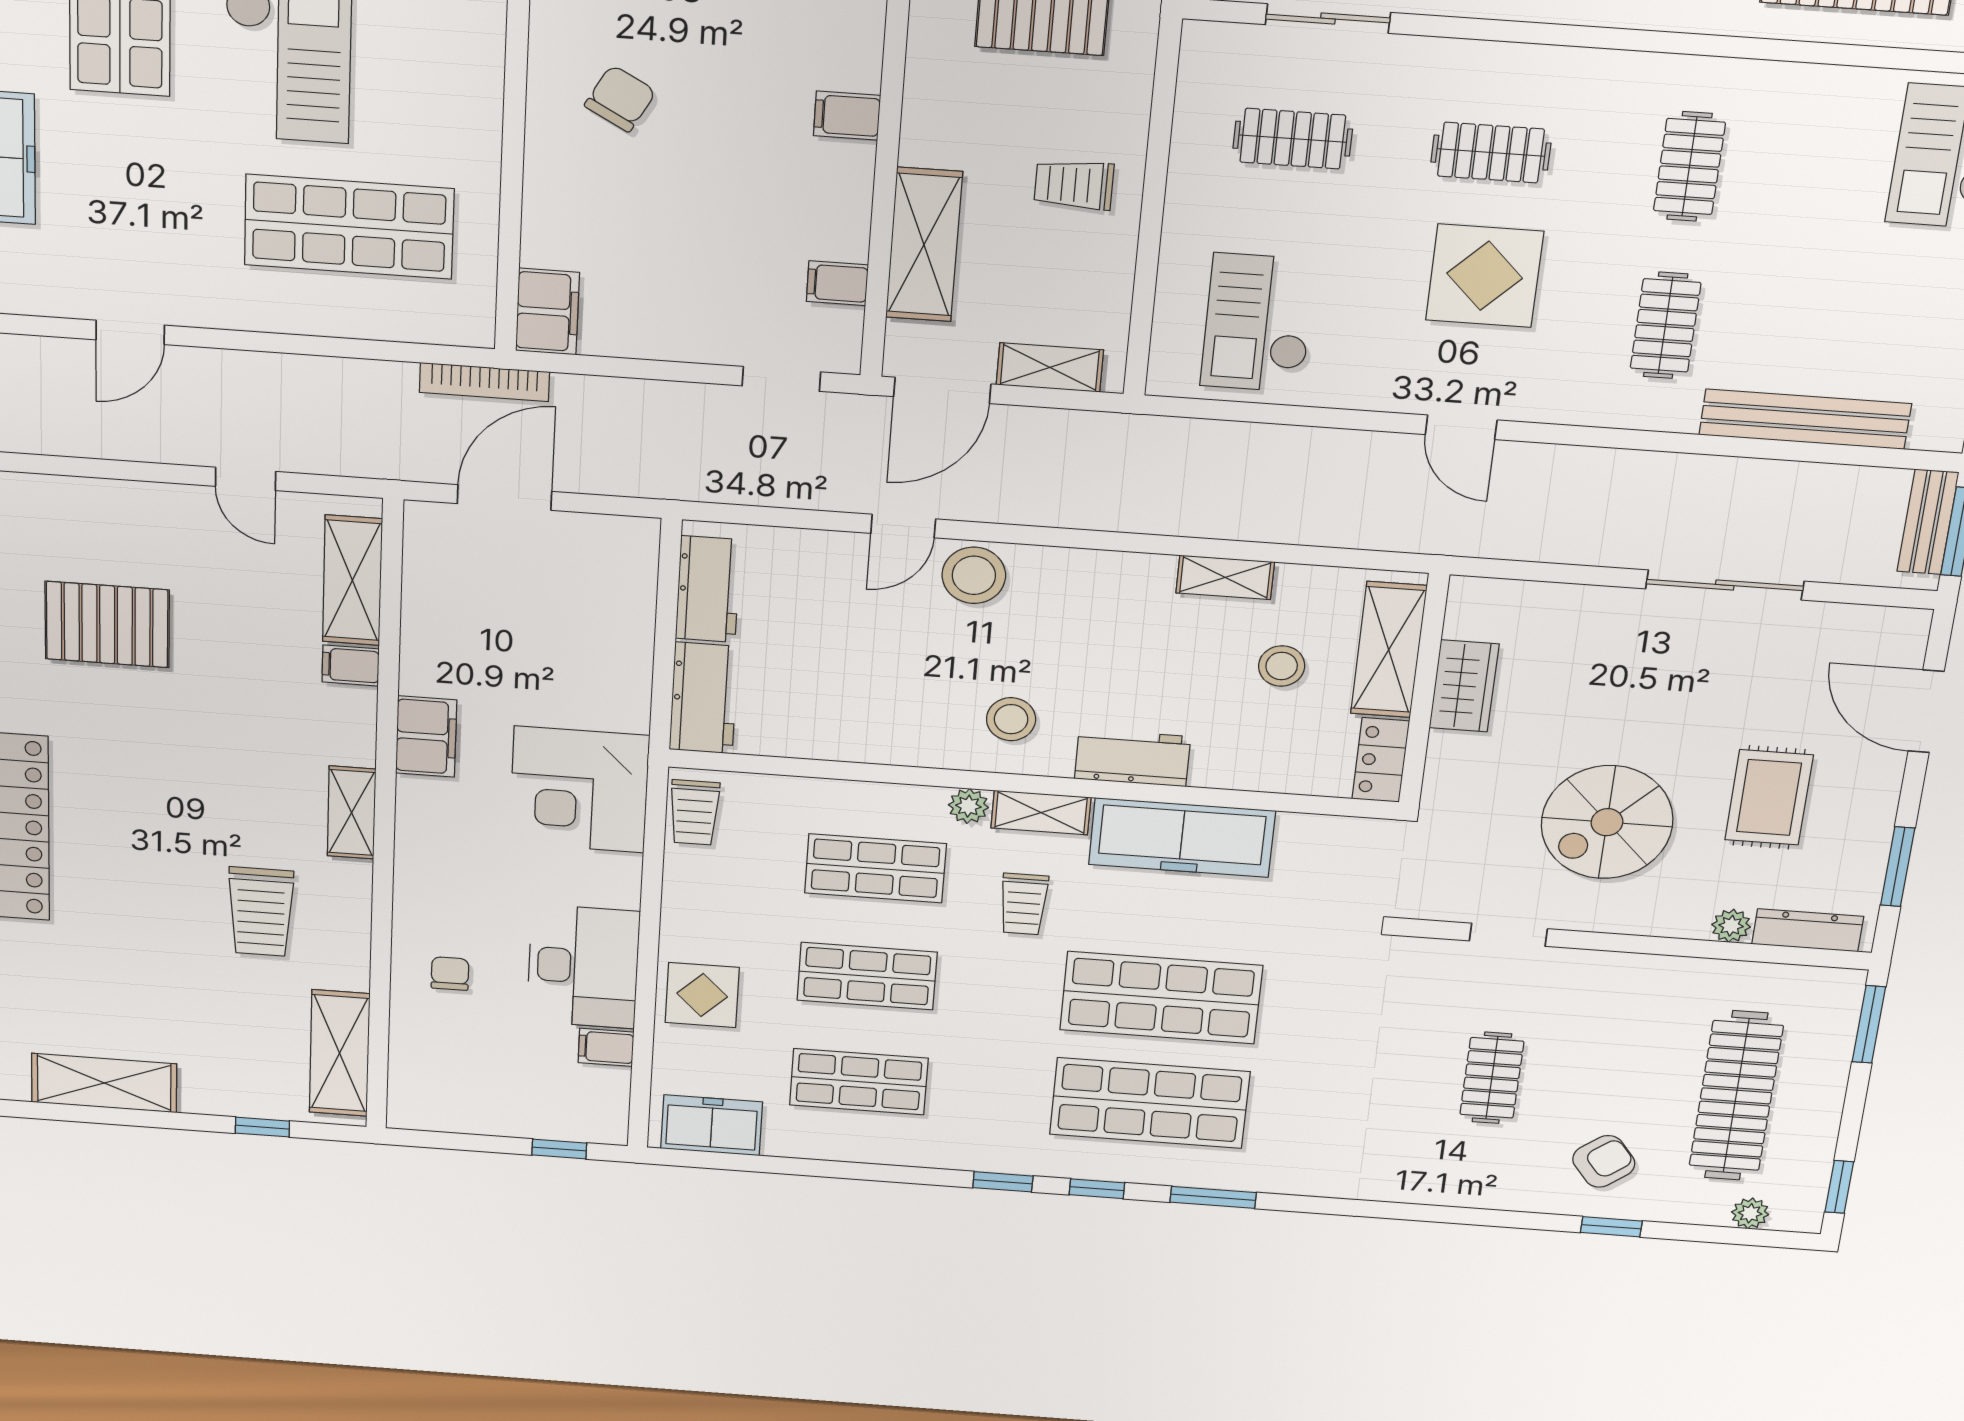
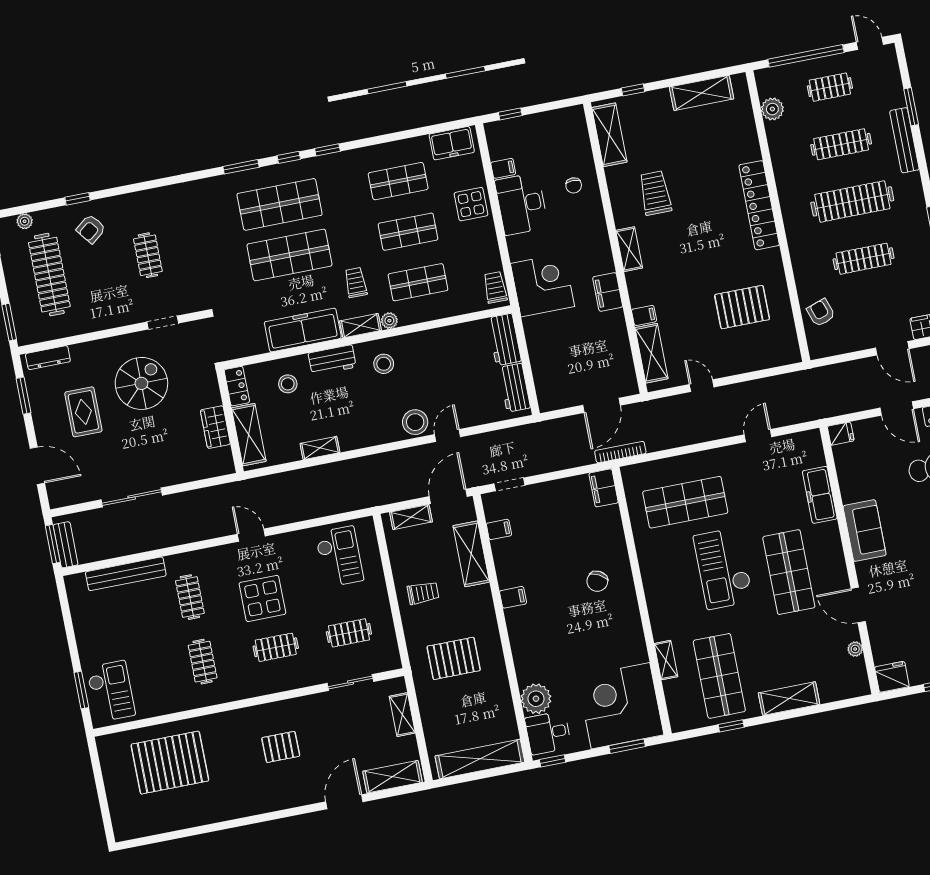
stool: (1282, 666) -> (288, 384), moved
plant: (1731, 926) -> (78, 351), removed

